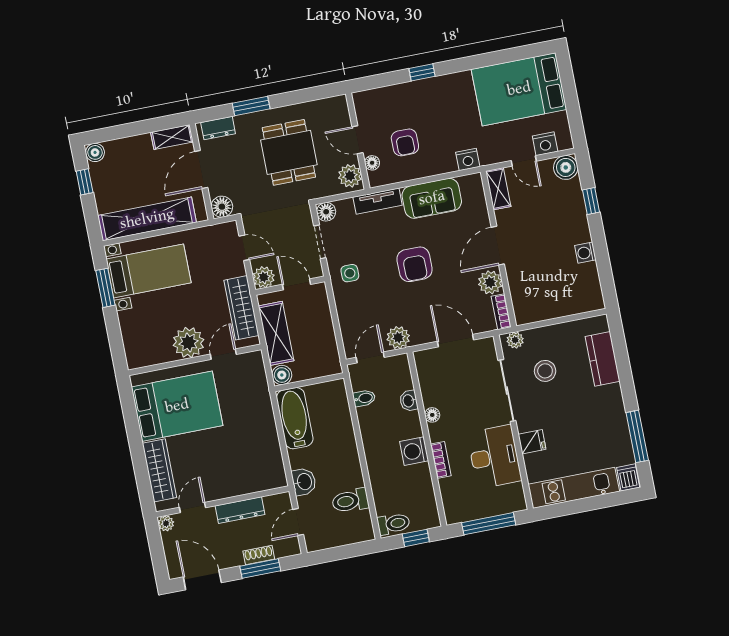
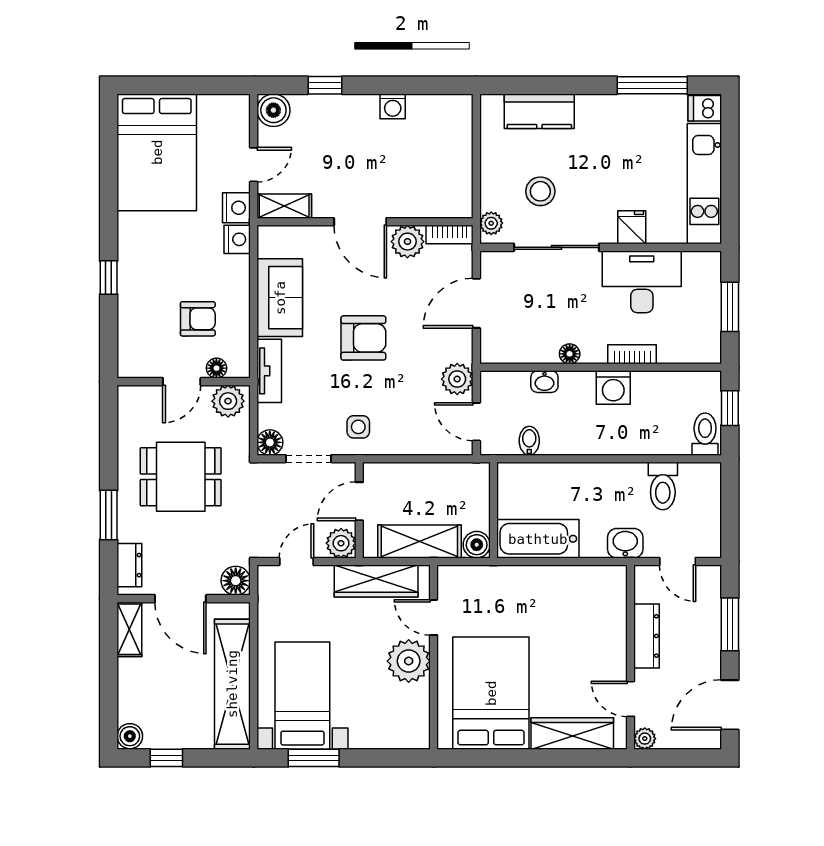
nightstand: (545, 144) -> (236, 208), moved
window: (489, 524) -> (730, 307), width x0.69
shoe rack: (259, 555) -> (712, 623), removed

